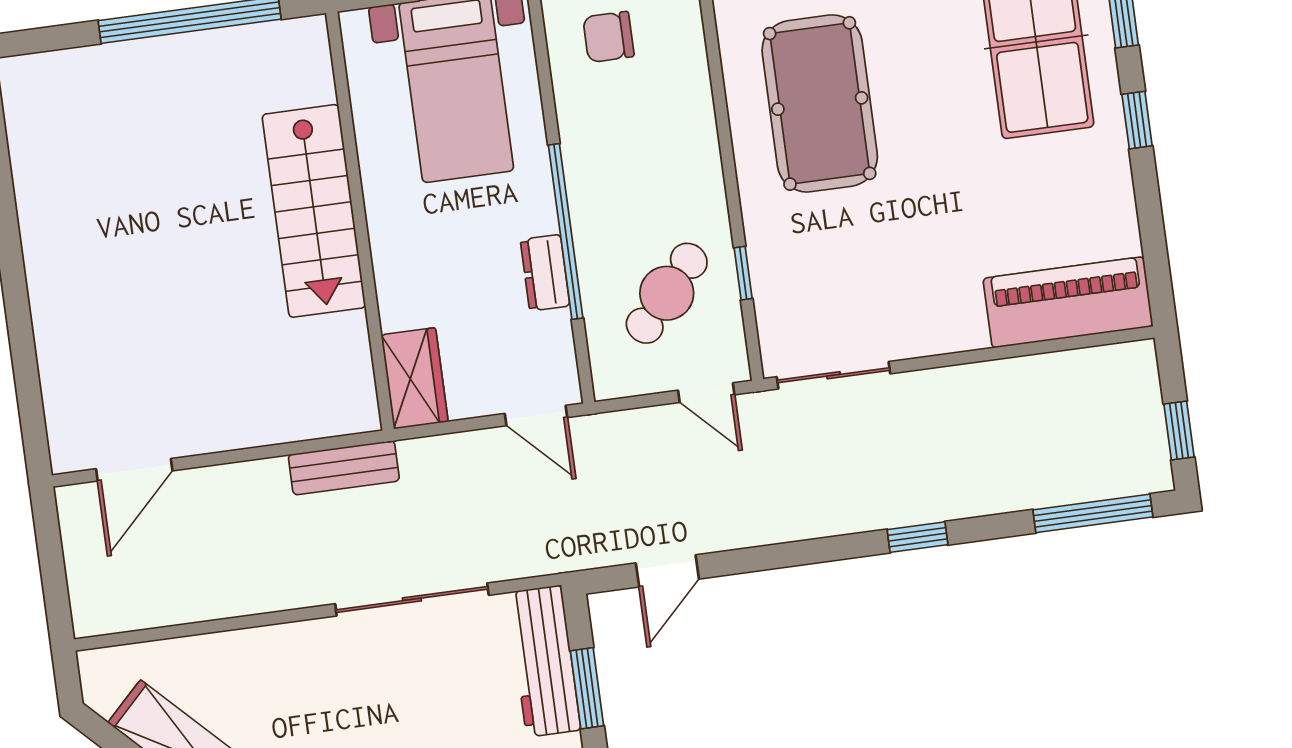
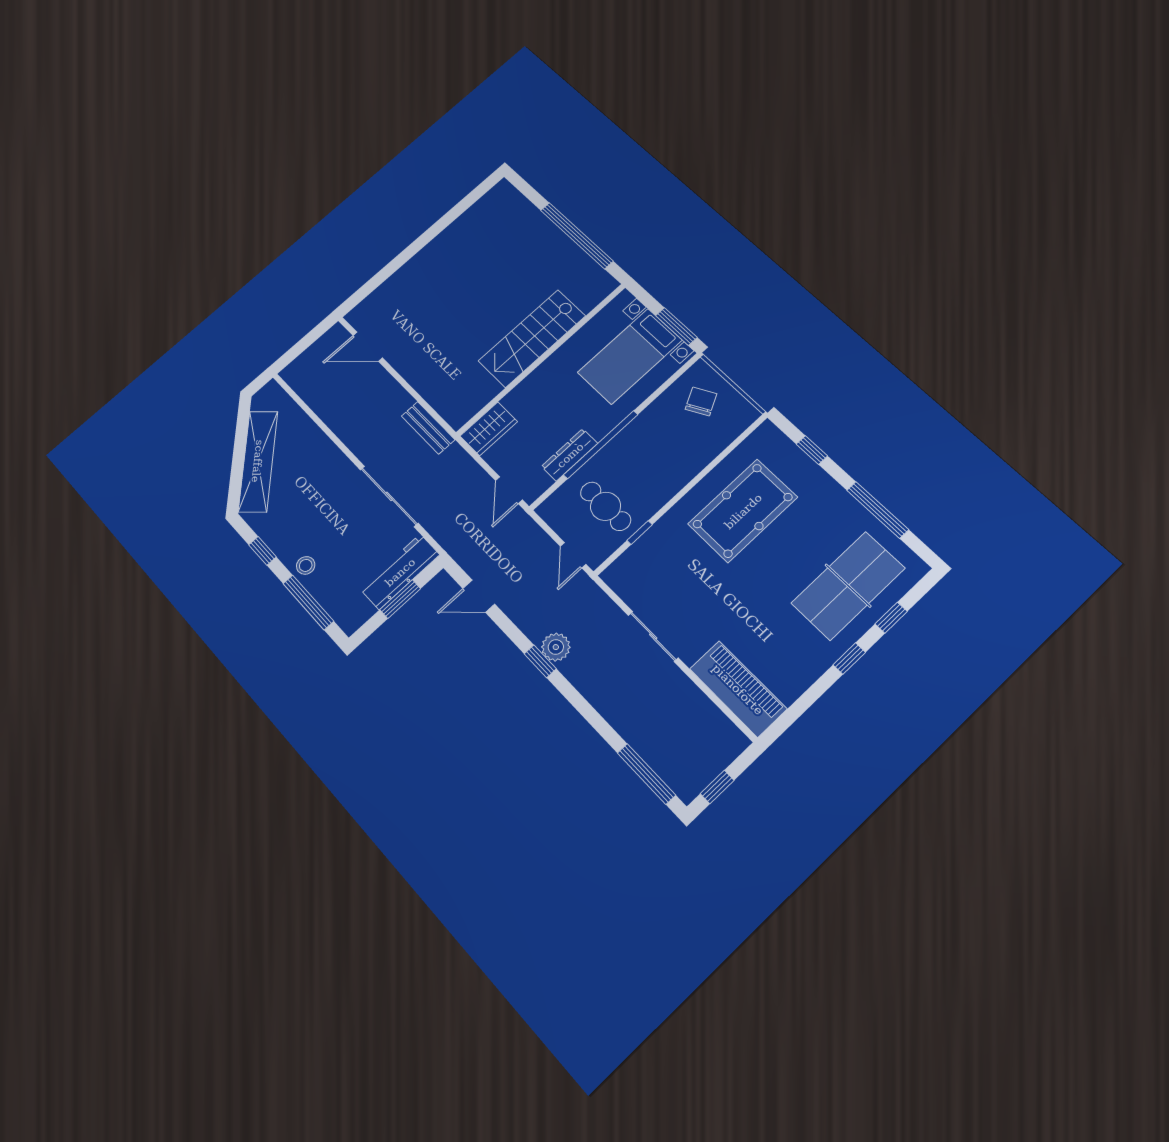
chair: (608, 37) -> (701, 401), turned 62
dresser: (545, 273) -> (570, 455), width x1.44
cafe table: (667, 293) -> (606, 506), turned 48
sliding door: (834, 375) -> (653, 636), moved
plant: (824, 513) -> (556, 647), added
window: (917, 537) -> (540, 661), moved

